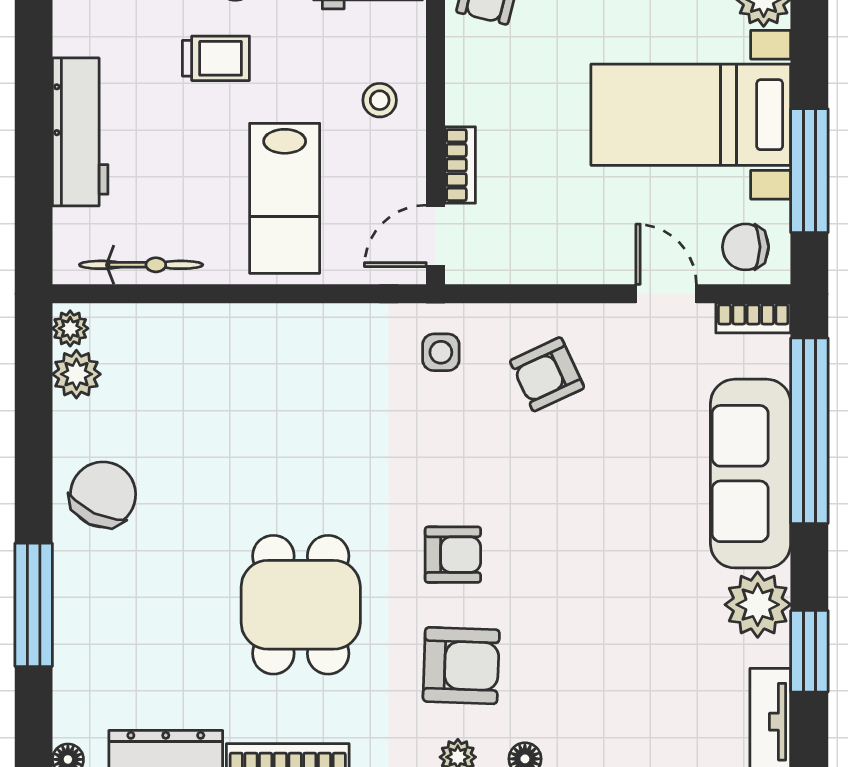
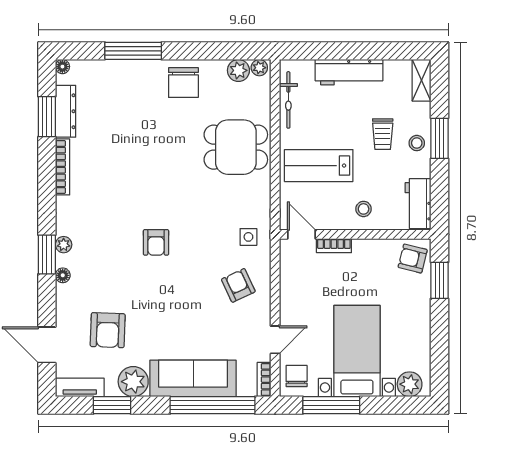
chair: (103, 495) -> (183, 83), turned 65
dining table: (301, 605) -> (236, 147), moved
armchair: (461, 666) -> (108, 330), moved

